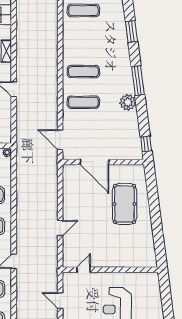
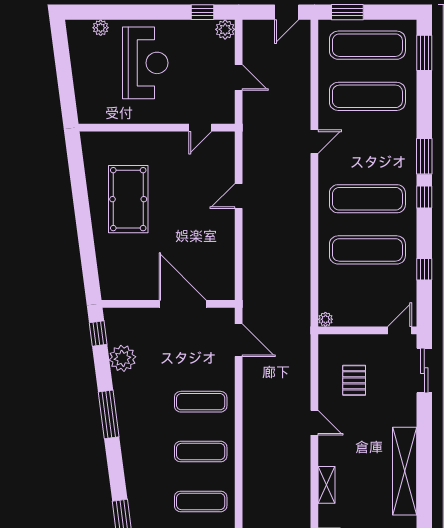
exercise mat: (83, 41) -> (201, 501), added
window: (138, 81) -> (109, 414), moved
plant: (128, 102) -> (122, 358), moved
pool table: (124, 204) -> (128, 199), moved

